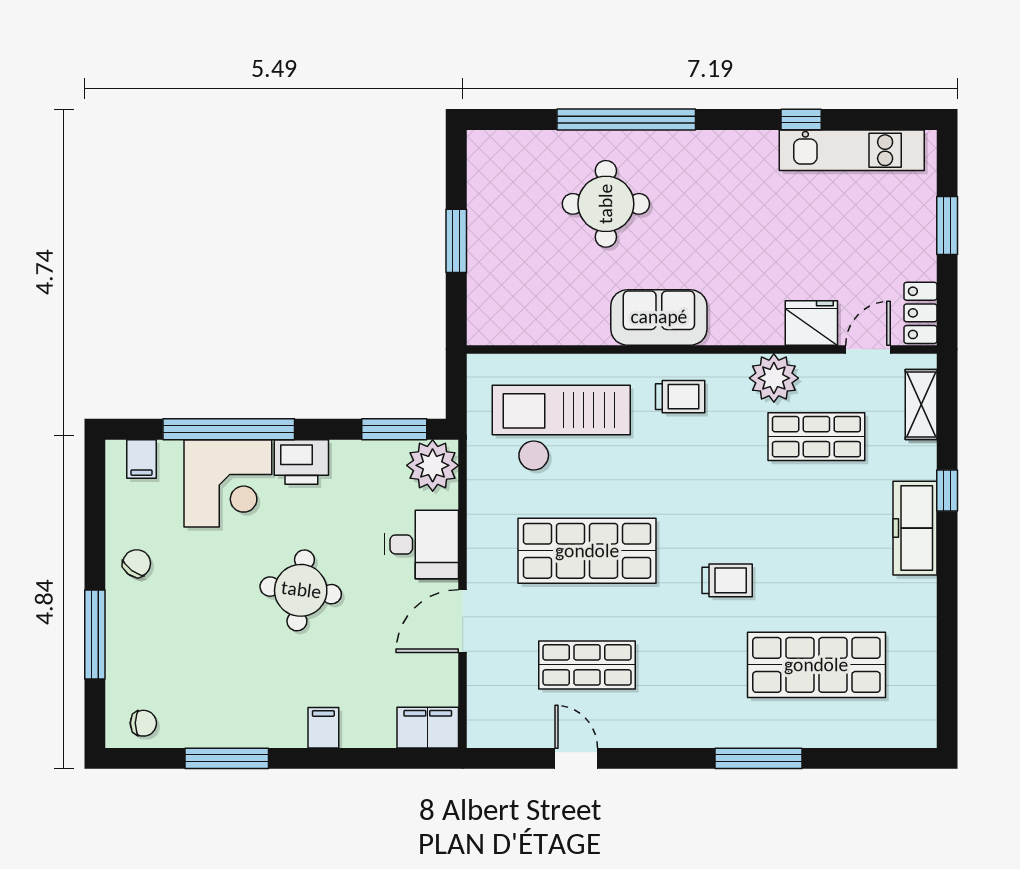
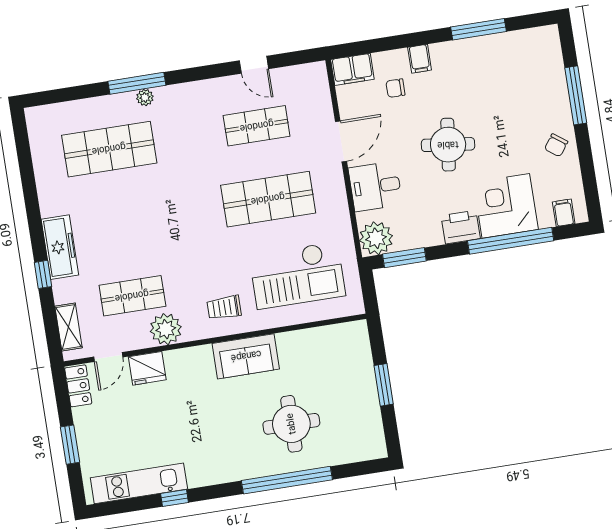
trolley: (727, 580) -> (175, 194), removed
chair: (143, 723) -> (395, 88), moved
plant: (750, 735) -> (145, 97), added

